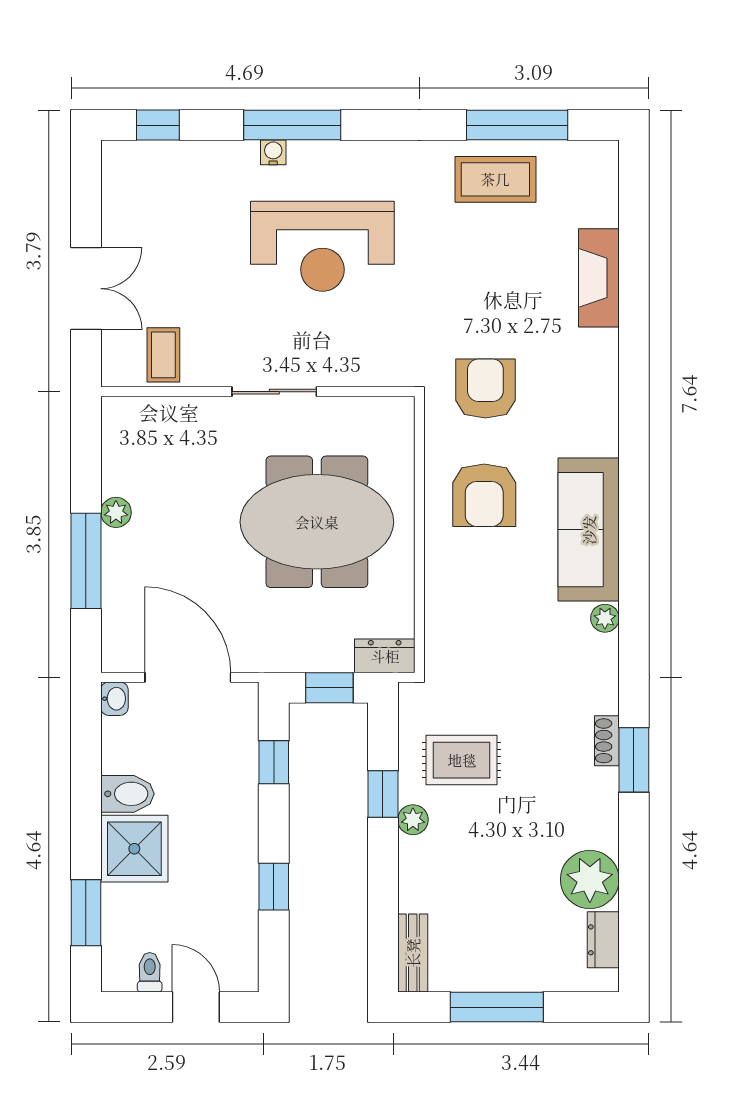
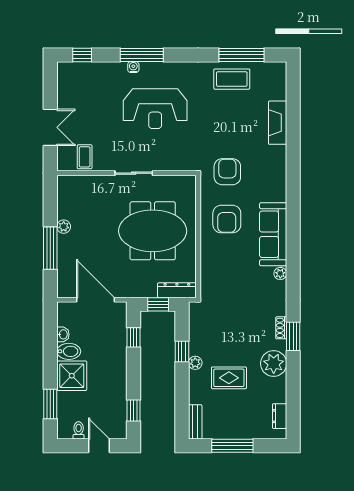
dresser: (385, 656) -> (177, 290), width x1.44
washbasin: (114, 699) -> (63, 334), moved
rug: (462, 760) -> (229, 378), moved
plant: (590, 879) -> (274, 364), moved
window: (274, 887) -> (134, 411), moved

